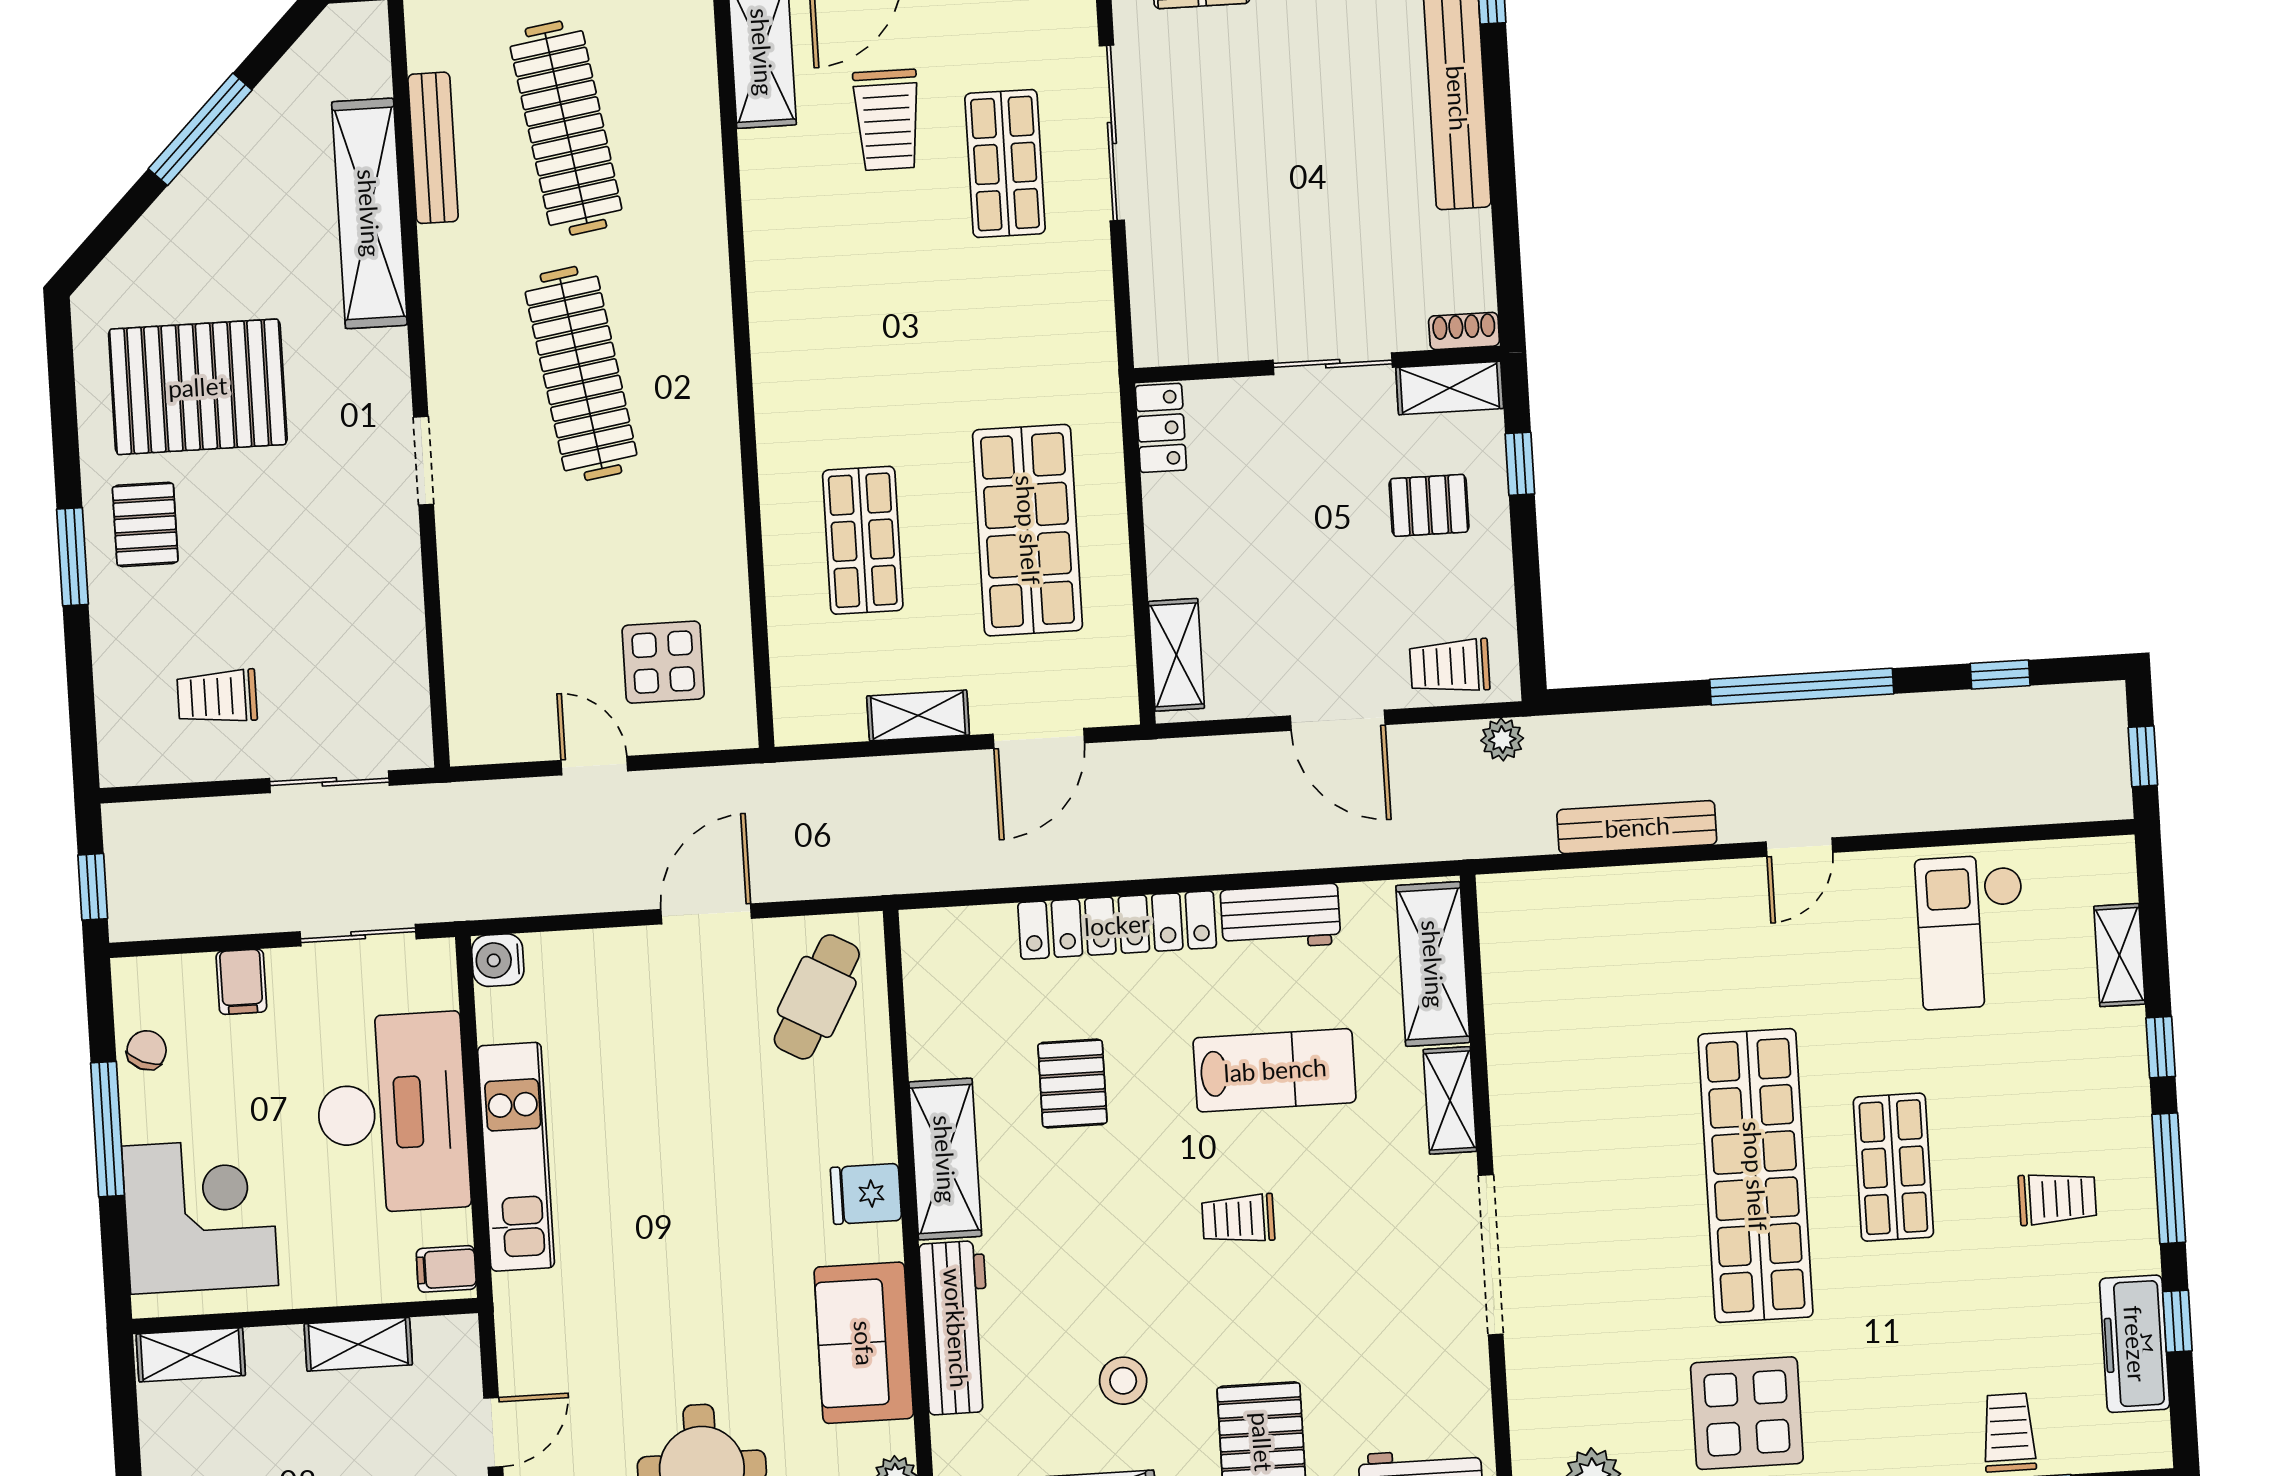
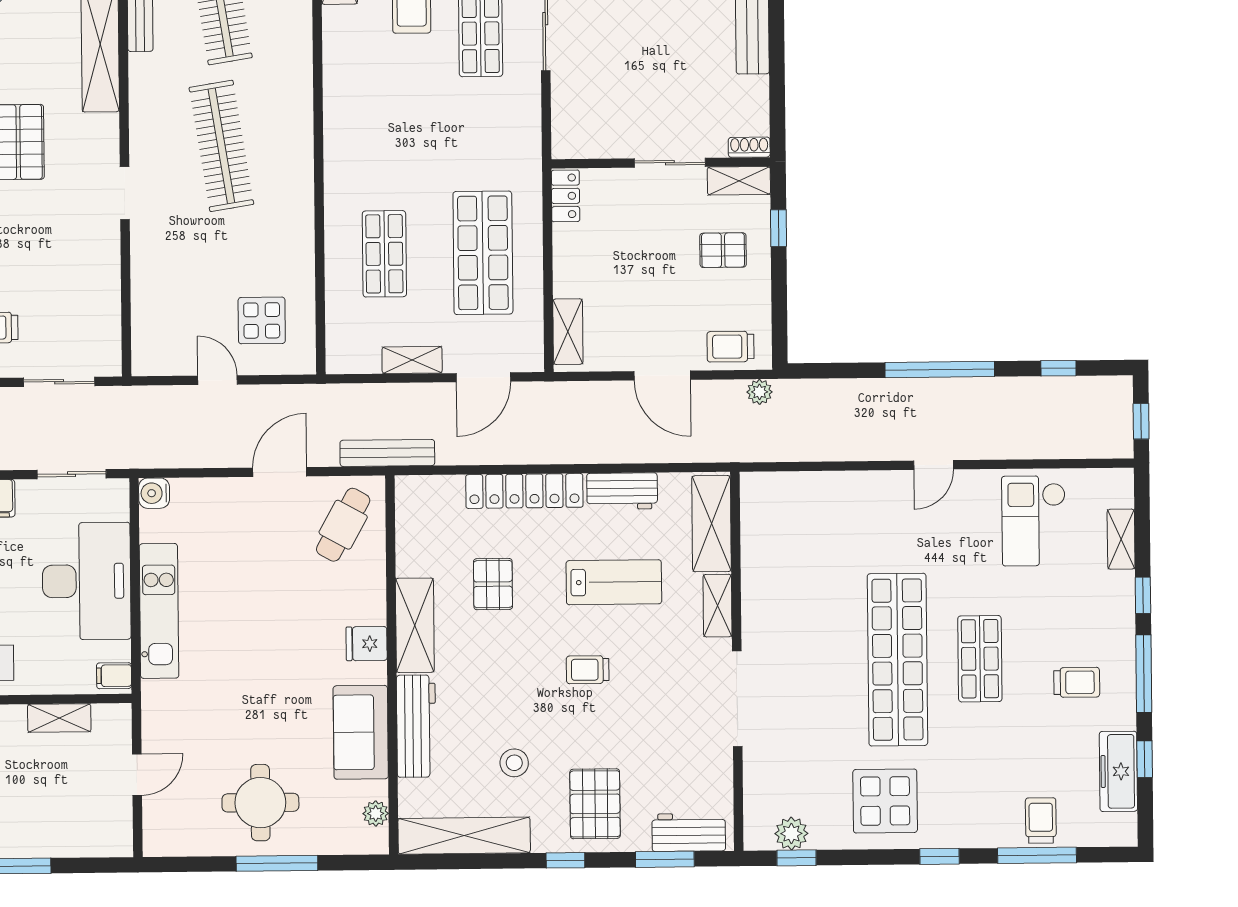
bench: (1637, 827) -> (387, 453), moved

